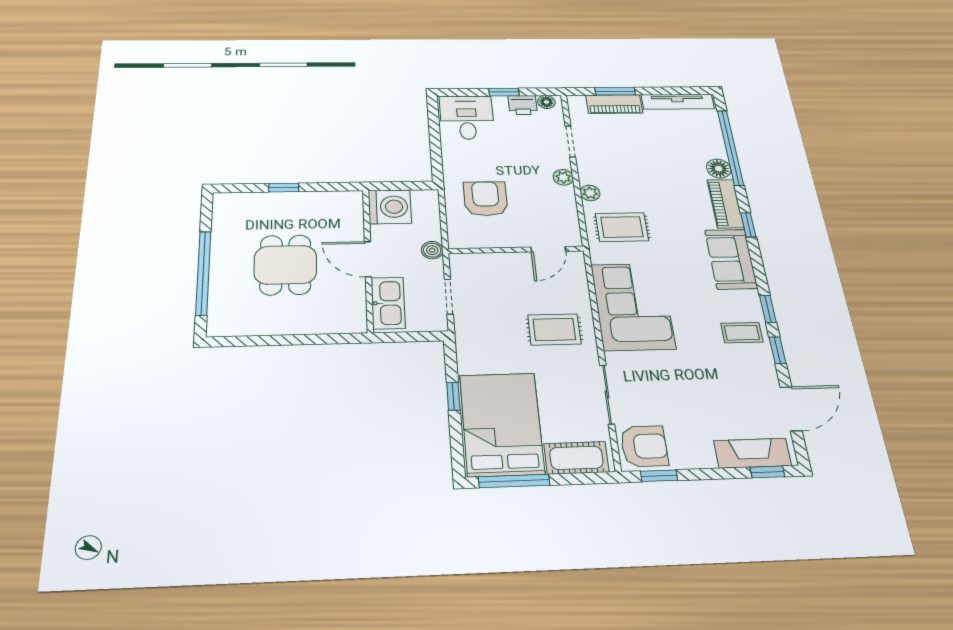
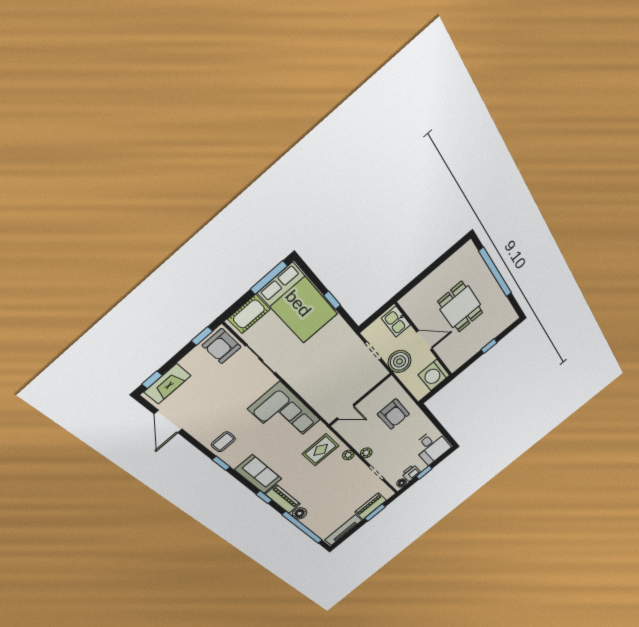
door: (548, 249) -> (346, 412), swing flipped
boiler: (432, 250) -> (400, 361), width x1.86, depth x1.86
kitchen sink: (388, 303) -> (396, 322), width x0.73
rug: (554, 329) -> (312, 373), removed
window: (777, 350) -> (199, 446), removed

